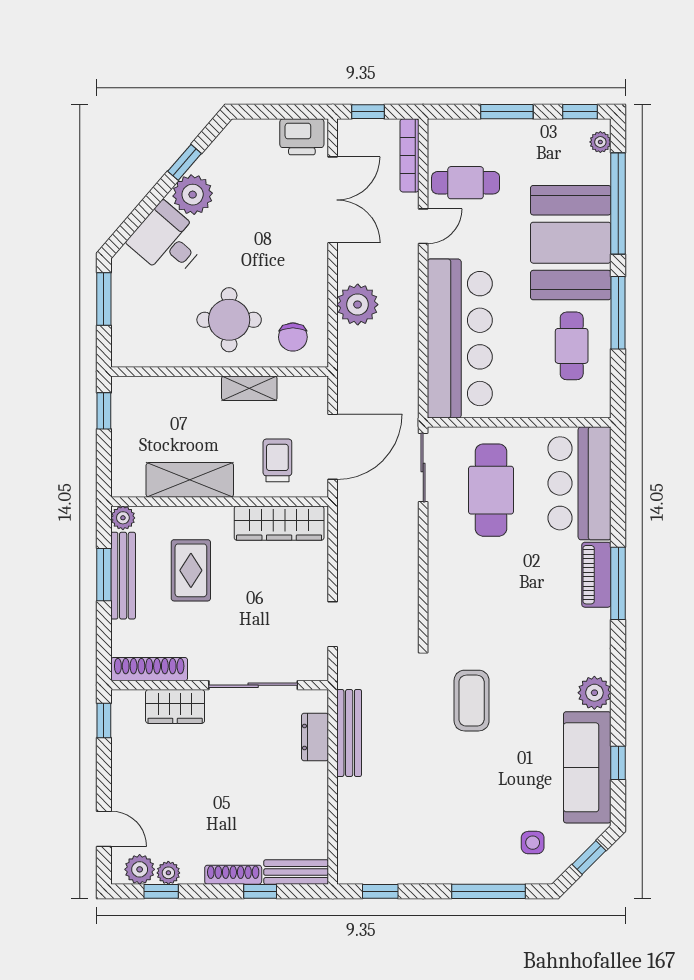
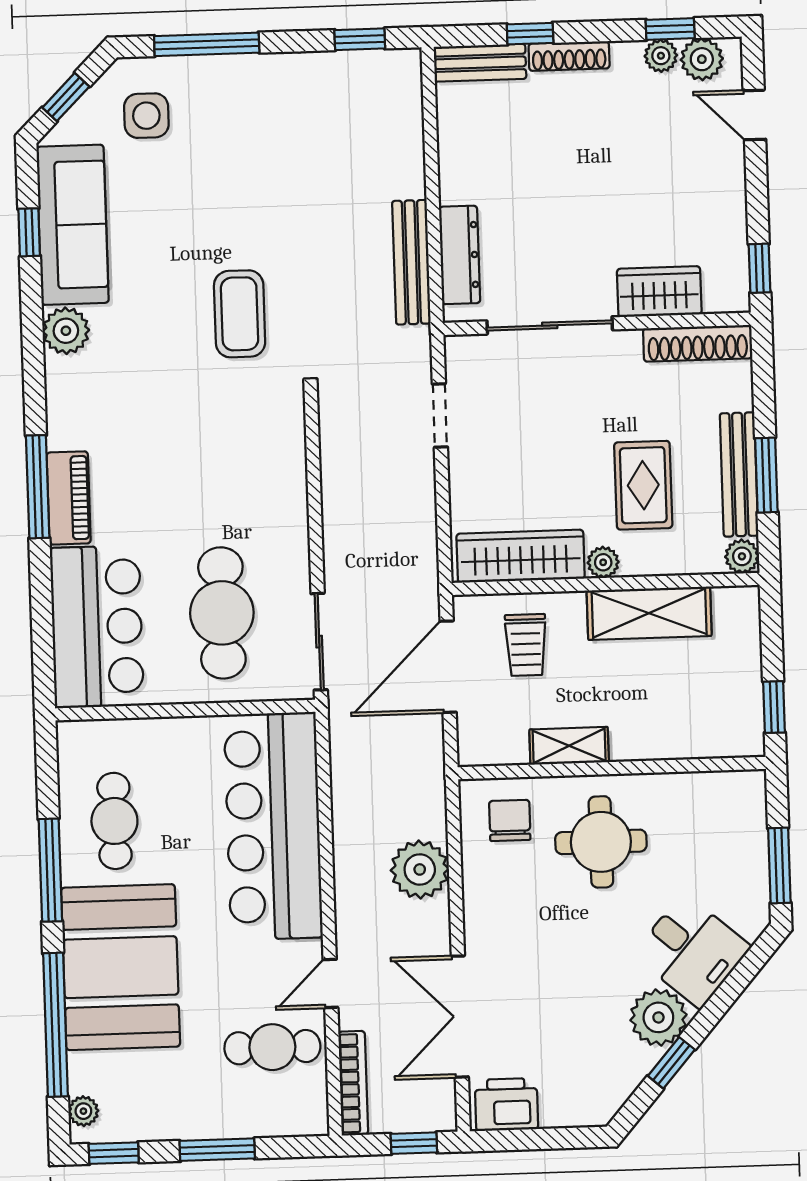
plant: (221, 517) -> (603, 562), added
dresser: (315, 737) -> (460, 255), width x1.44
side table: (533, 843) -> (146, 116), width x1.37, depth x1.37

